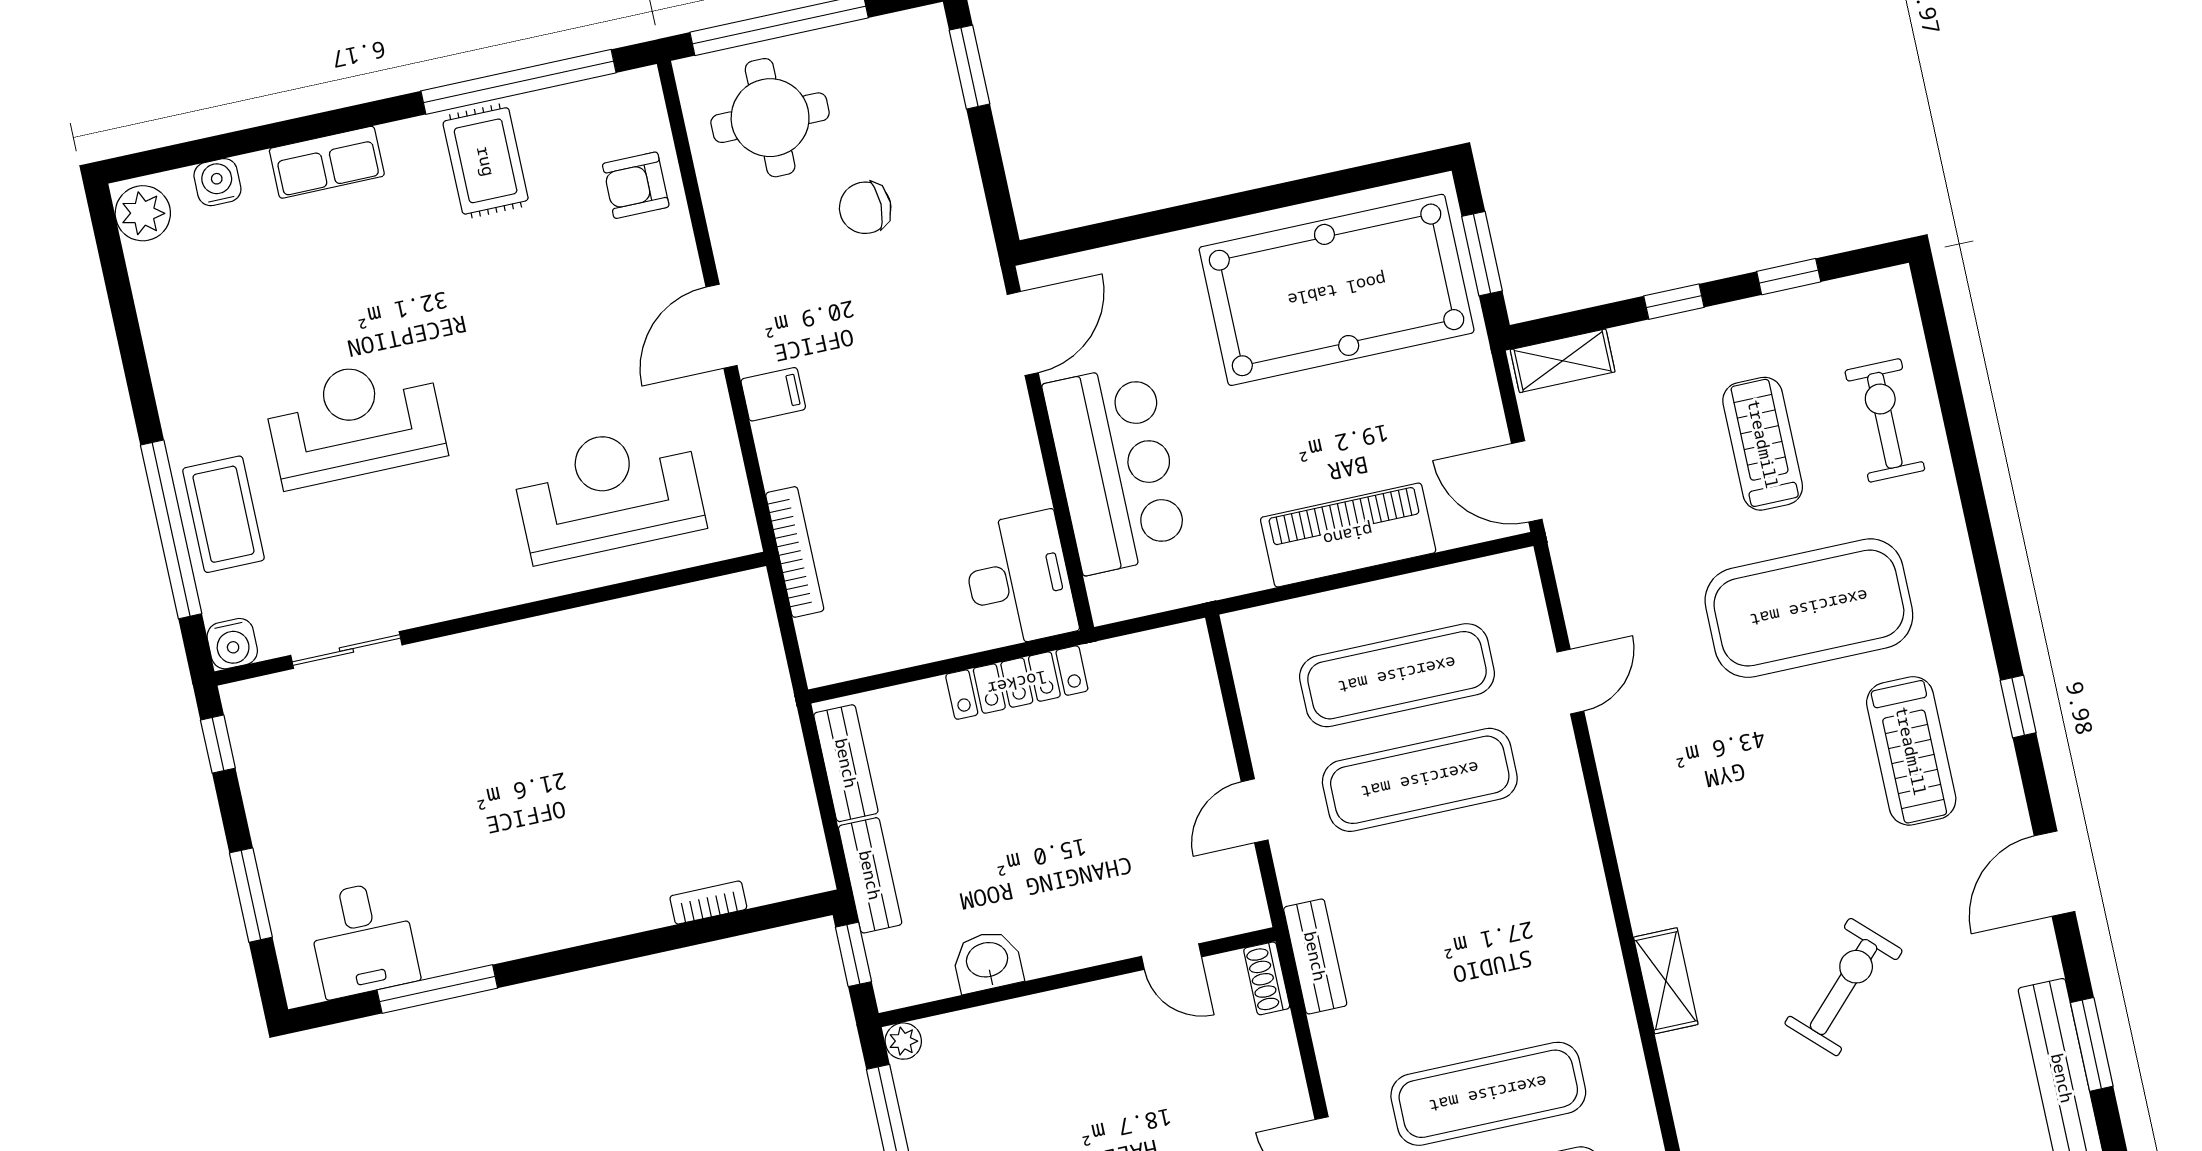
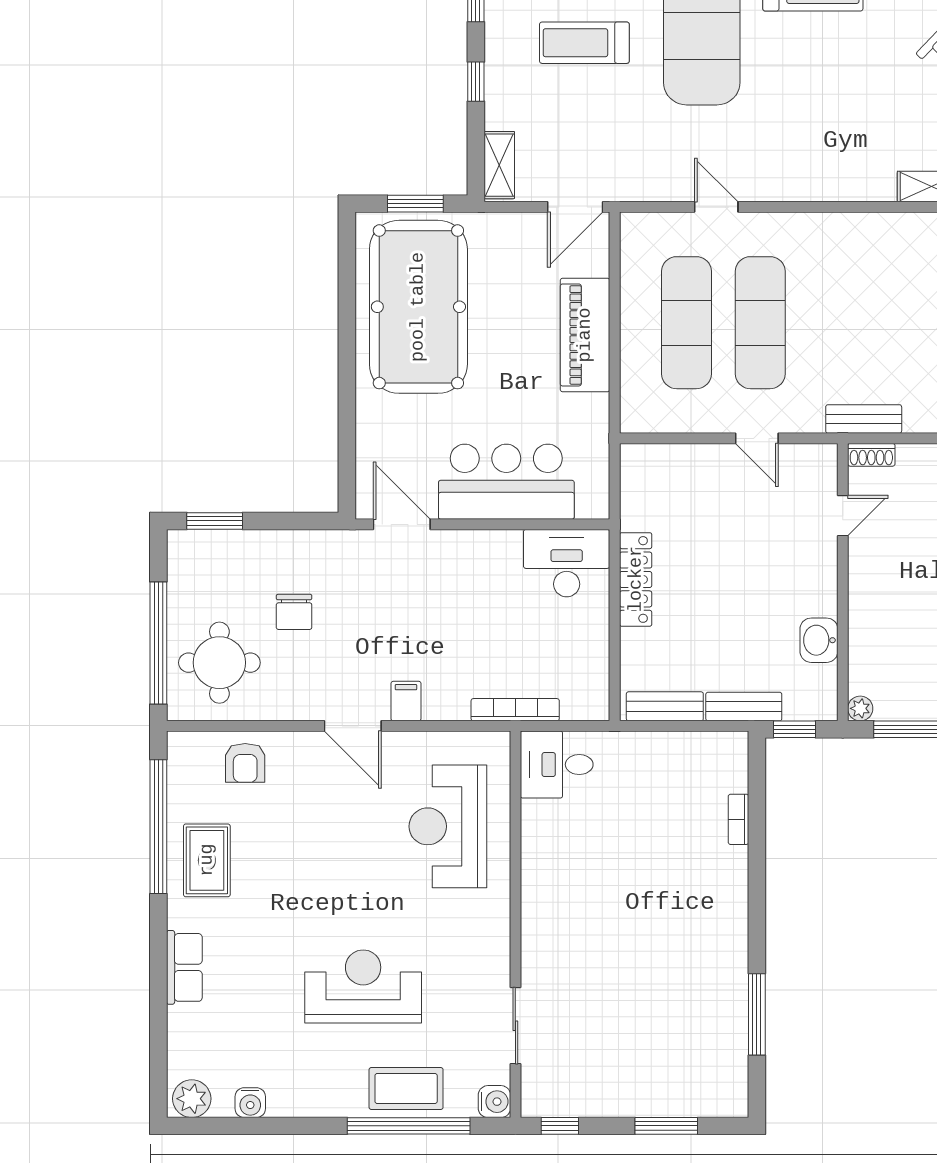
rug: (486, 161) -> (207, 860), turned 90
water cooler: (217, 182) -> (250, 1103), moved, turned -90
reception desk: (355, 422) -> (363, 987), turned 90
desk: (363, 939) -> (557, 765), moved, turned 180

